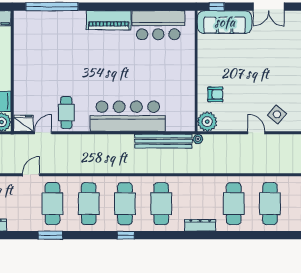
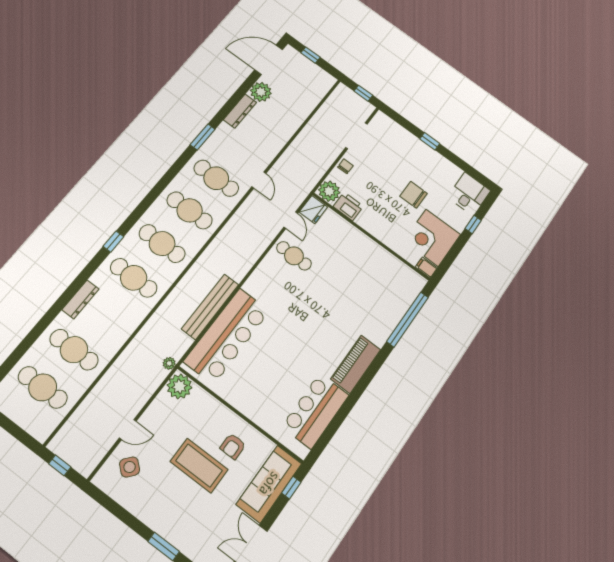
coffee table: (245, 73) -> (199, 466), added
armchair: (215, 94) -> (233, 446), moved
bar counter: (128, 116) -> (227, 336), moved
bench: (163, 141) -> (210, 307), moved
window: (50, 235) -> (203, 137), moved
window: (126, 235) -> (113, 242), moved

